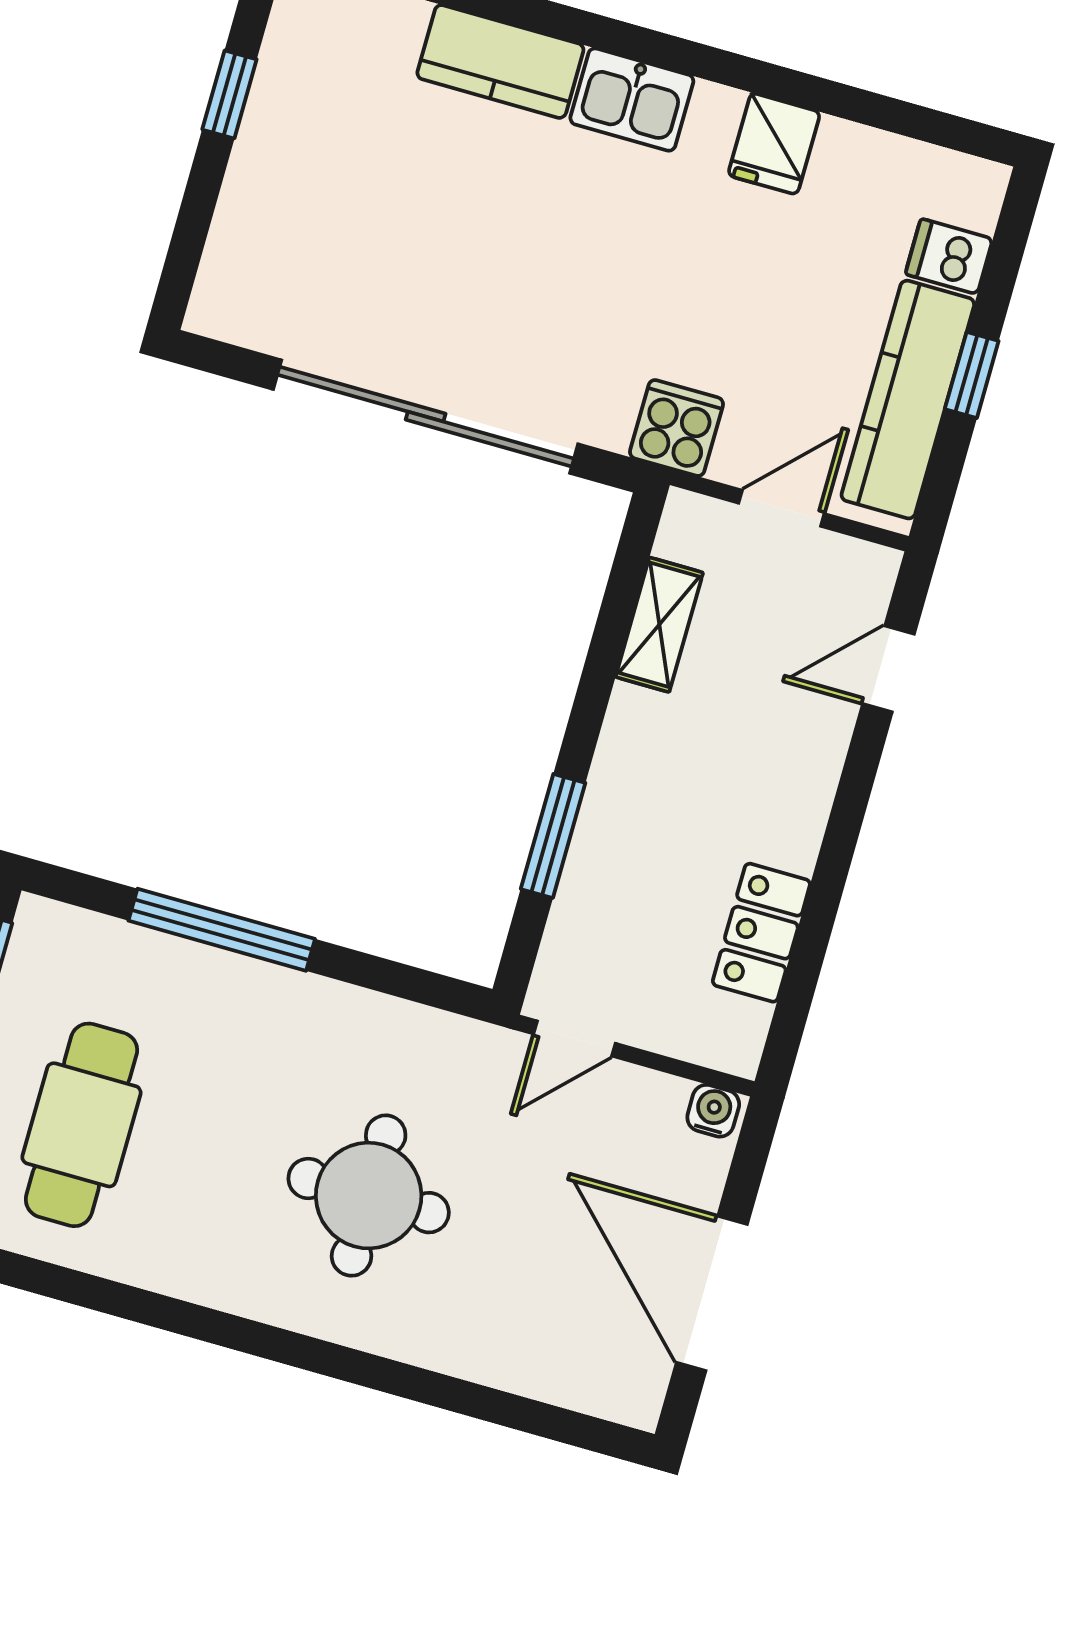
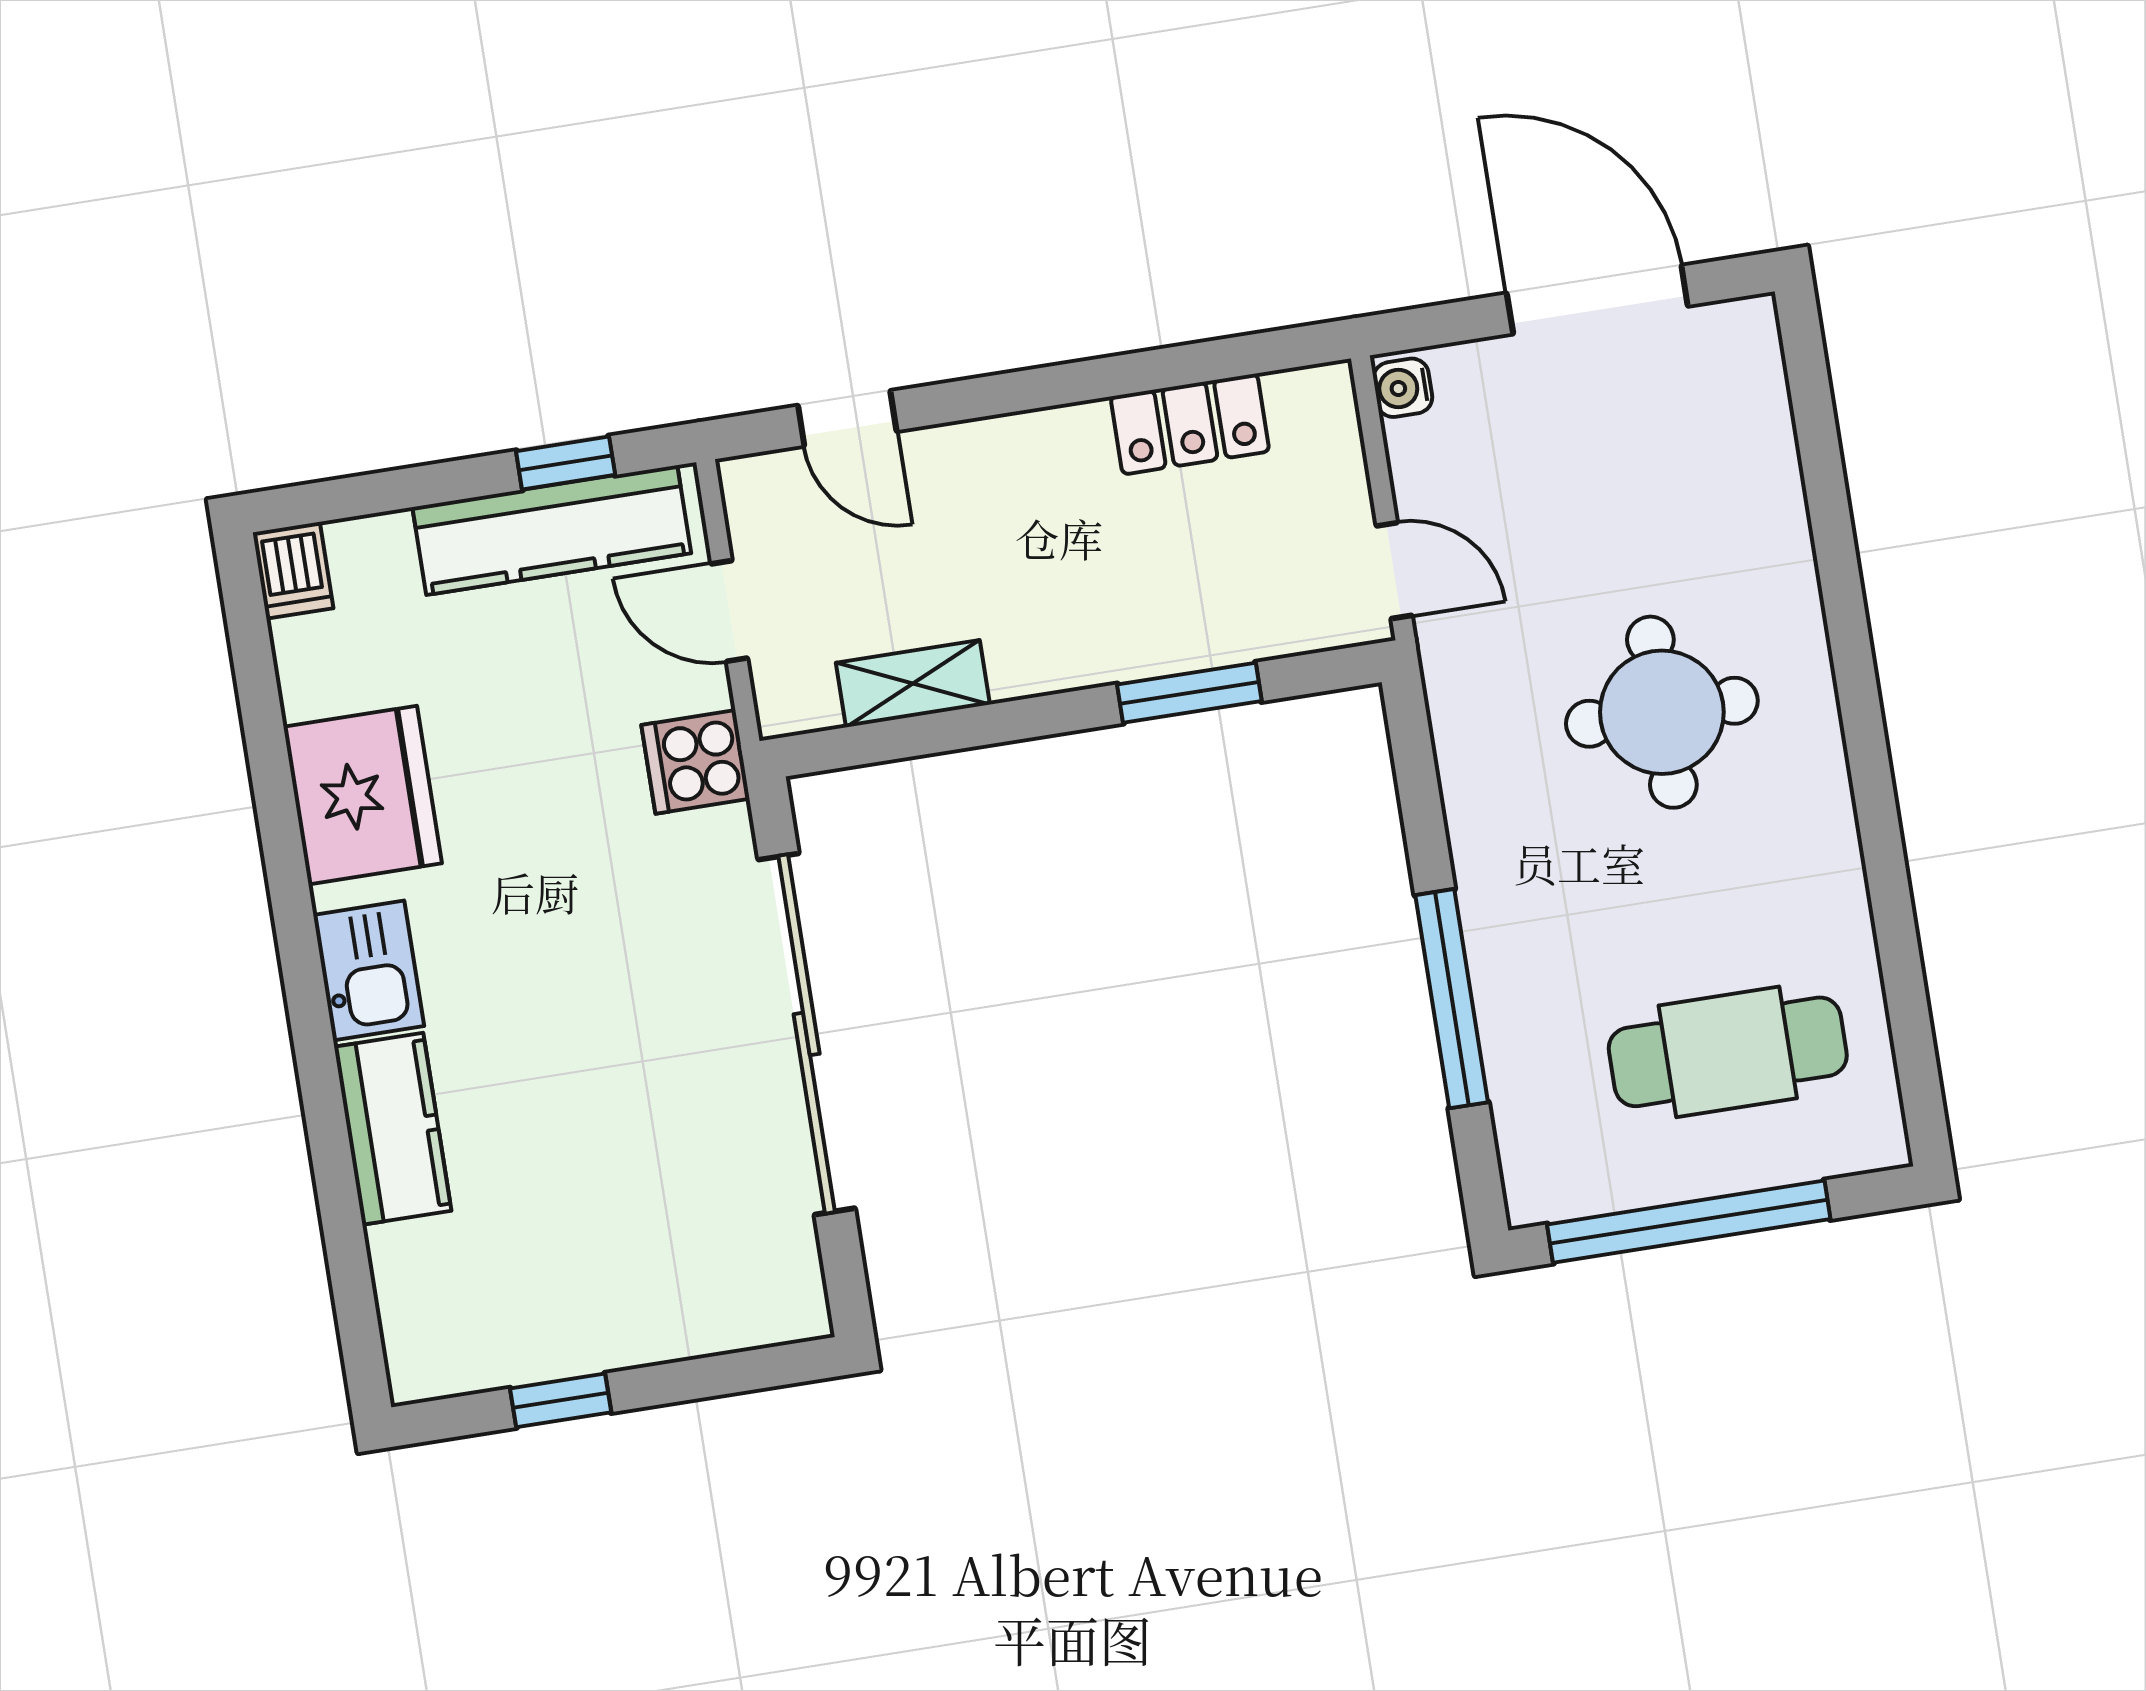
fridge: (774, 144) -> (363, 795), width x1.88, depth x1.34
dishwasher: (949, 256) -> (293, 570), moved
window: (972, 375) -> (566, 463), moved
door: (712, 1293) -> (1597, 300), swing flipped

